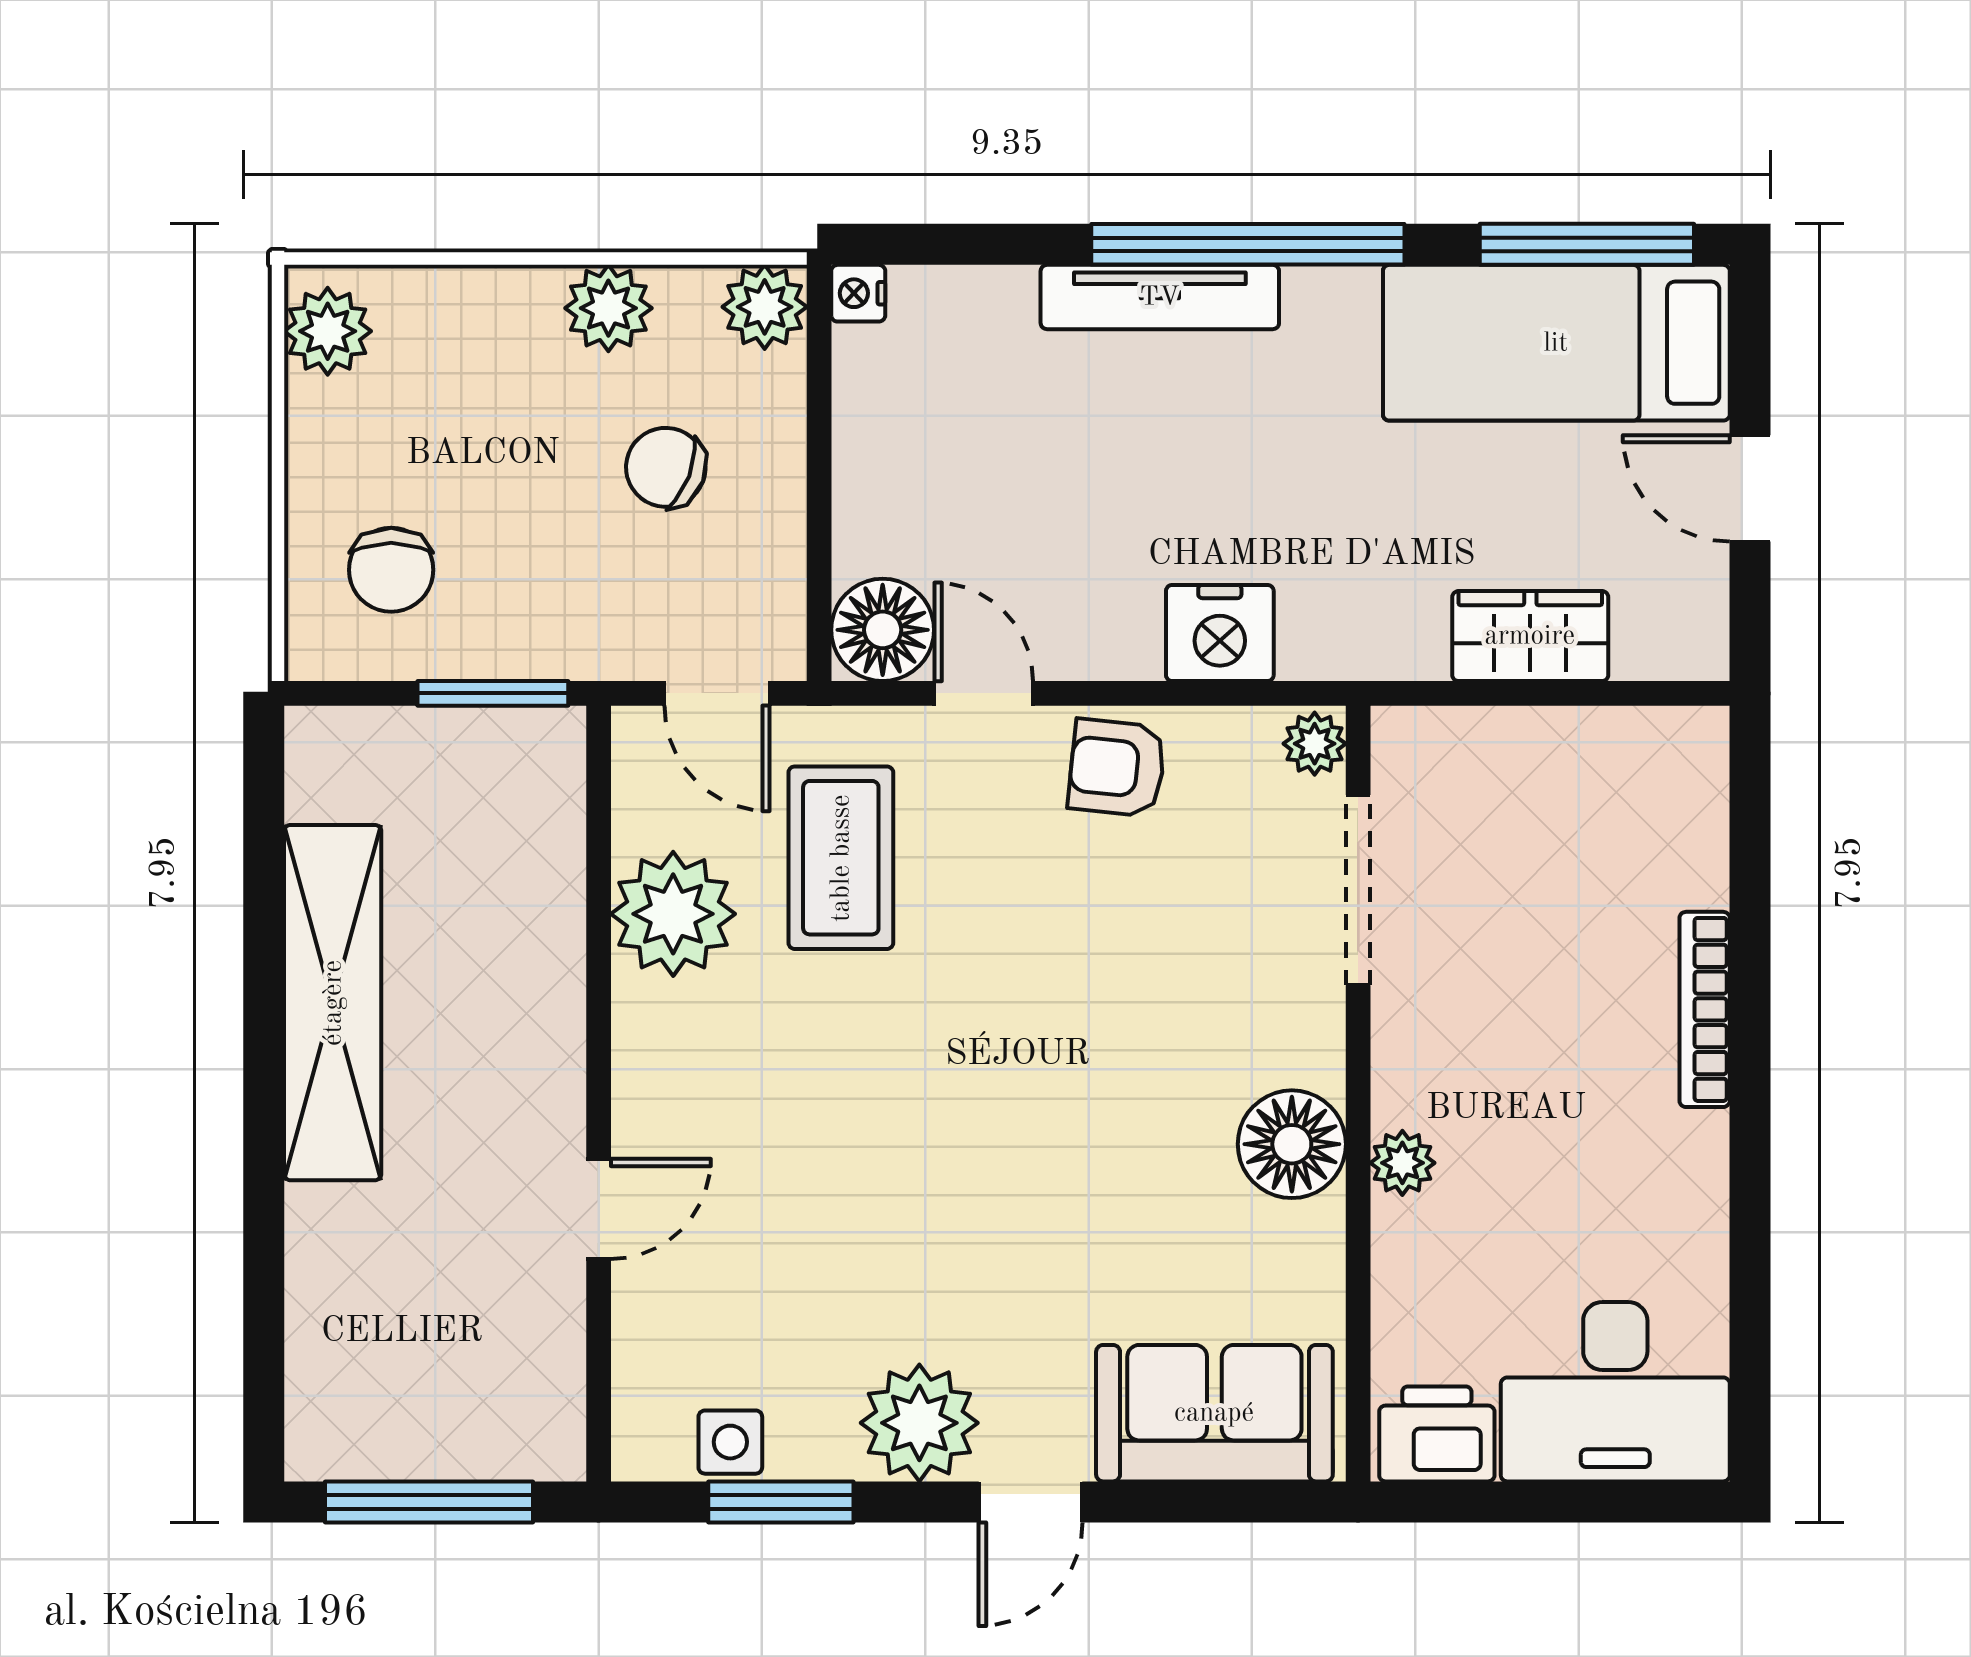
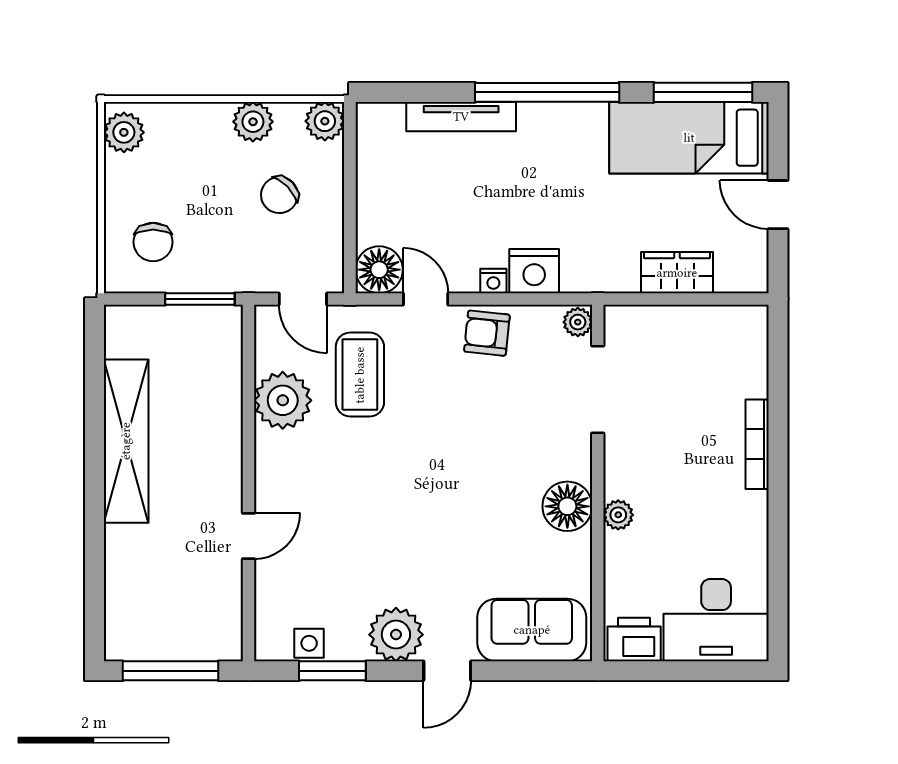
nightstand: (858, 293) -> (493, 281), moved, turned -90
tv unit: (1160, 297) -> (461, 117), moved
chair: (666, 467) -> (279, 195), turned -65

